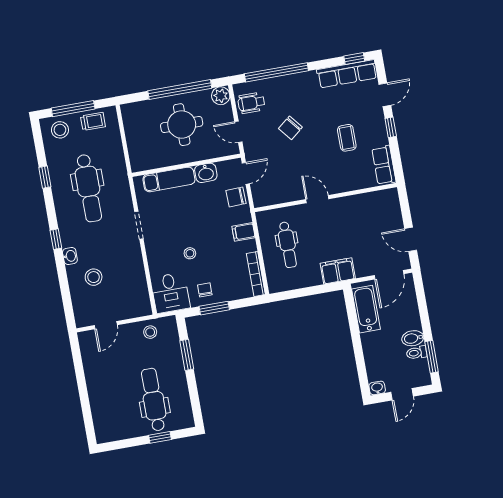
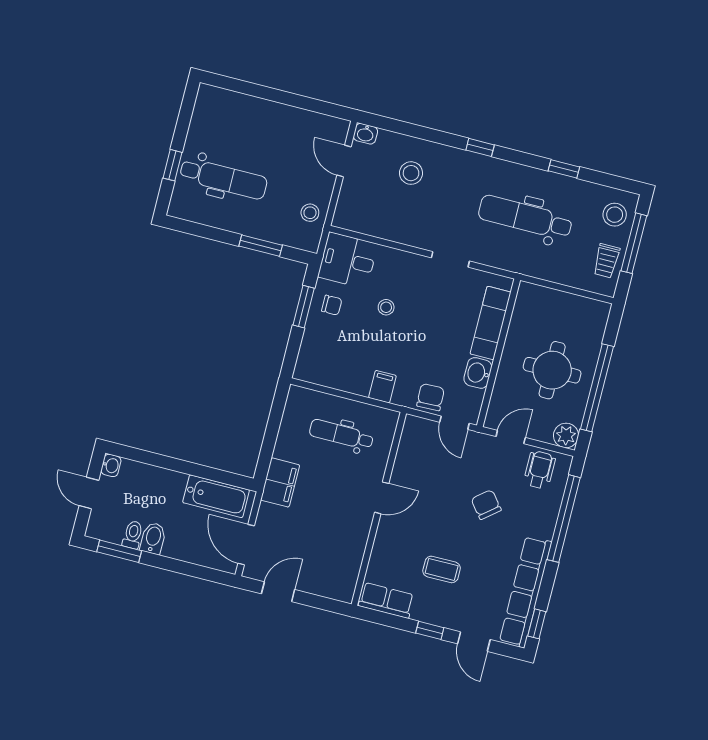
row of seats: (347, 74) -> (525, 592), width x1.36
washbasin: (70, 256) -> (365, 134), moved
bookcase: (256, 274) -> (323, 378), removed

